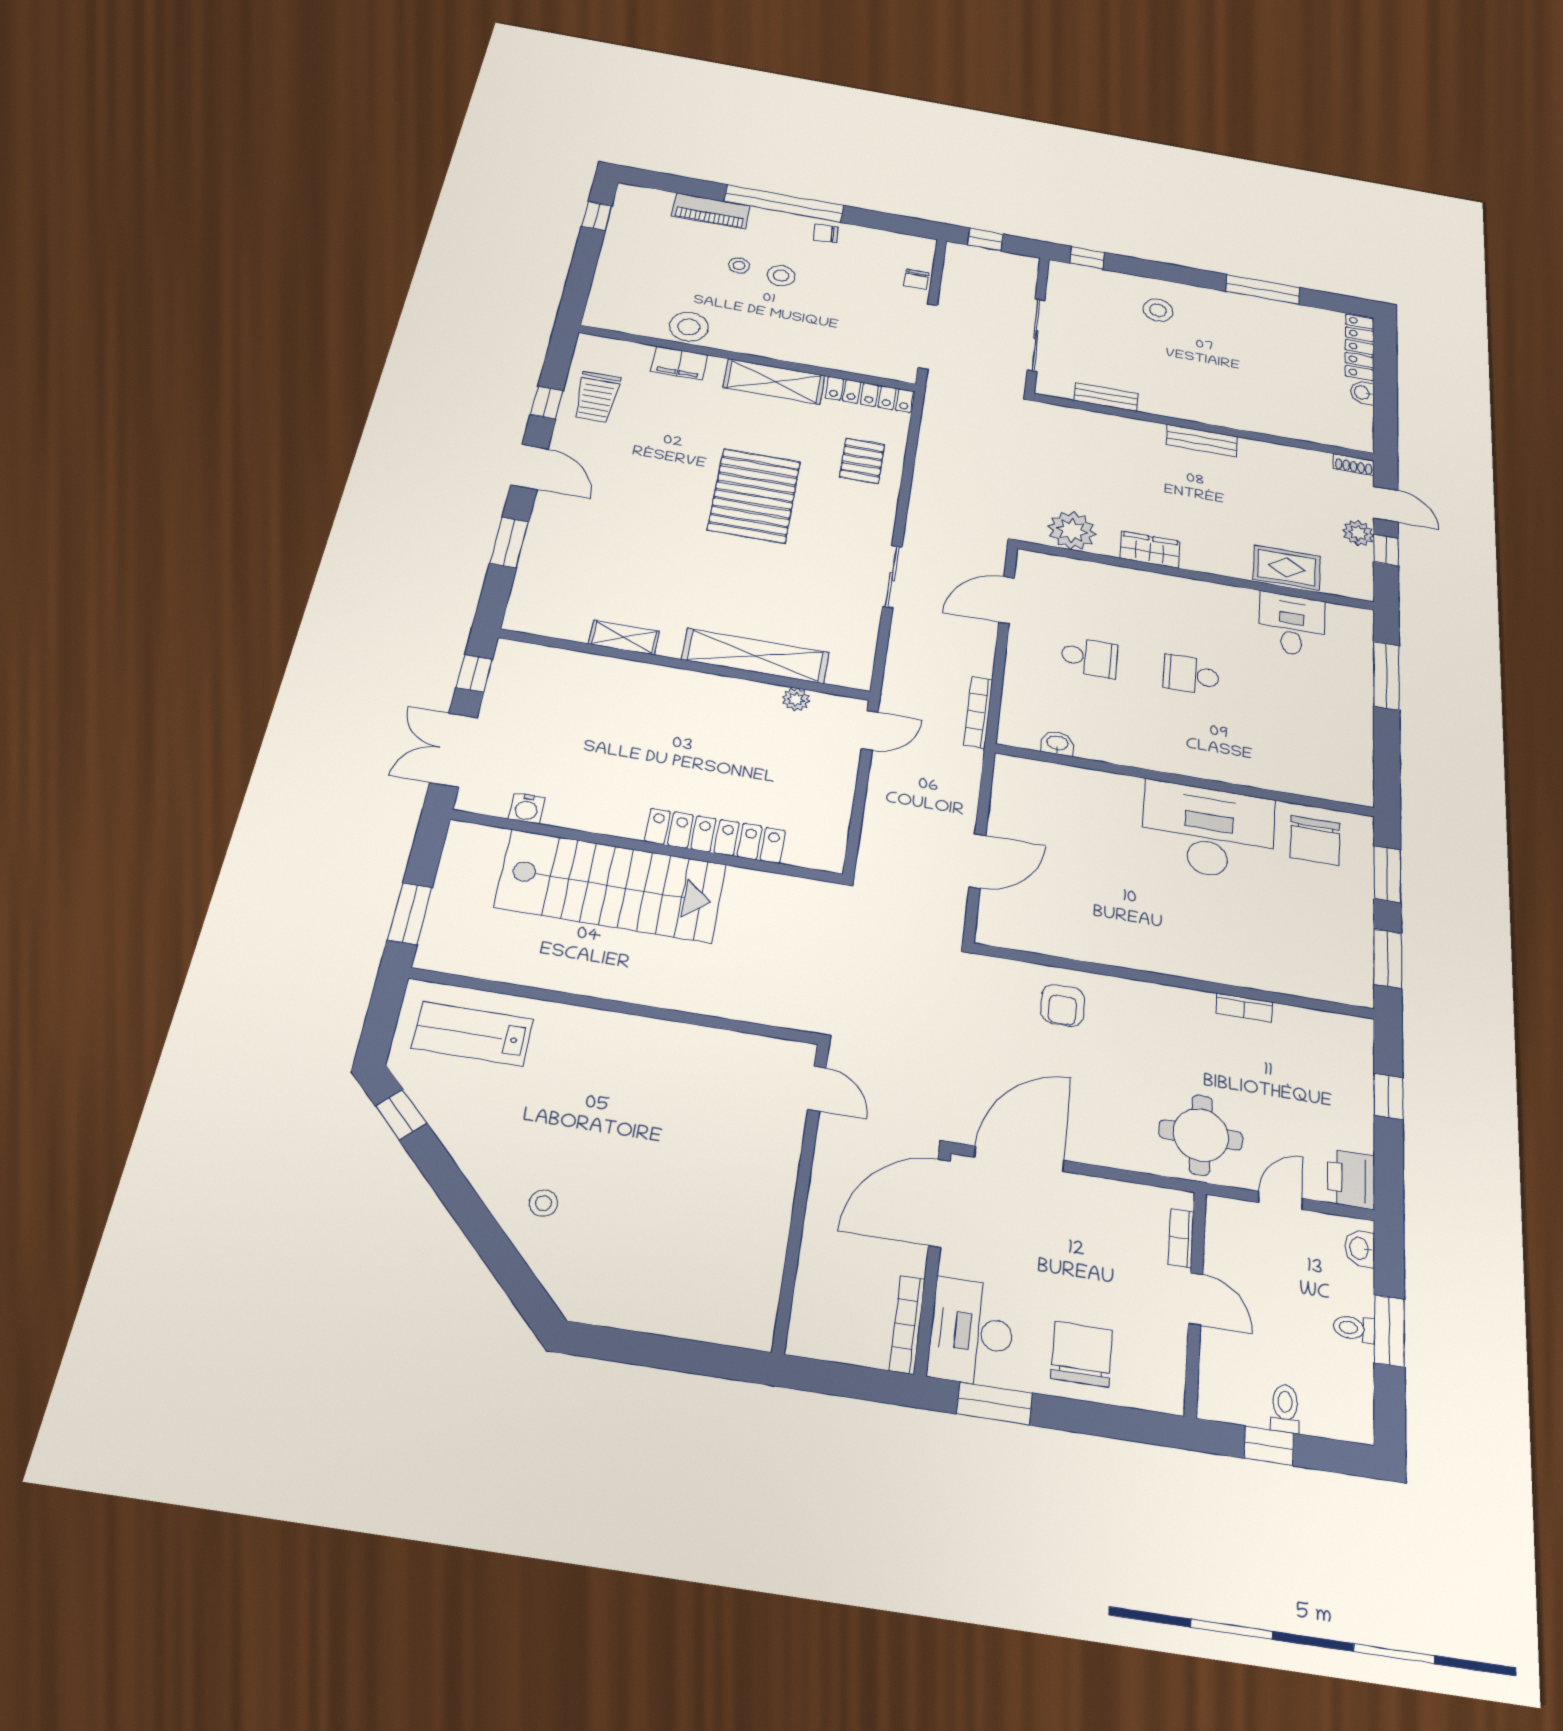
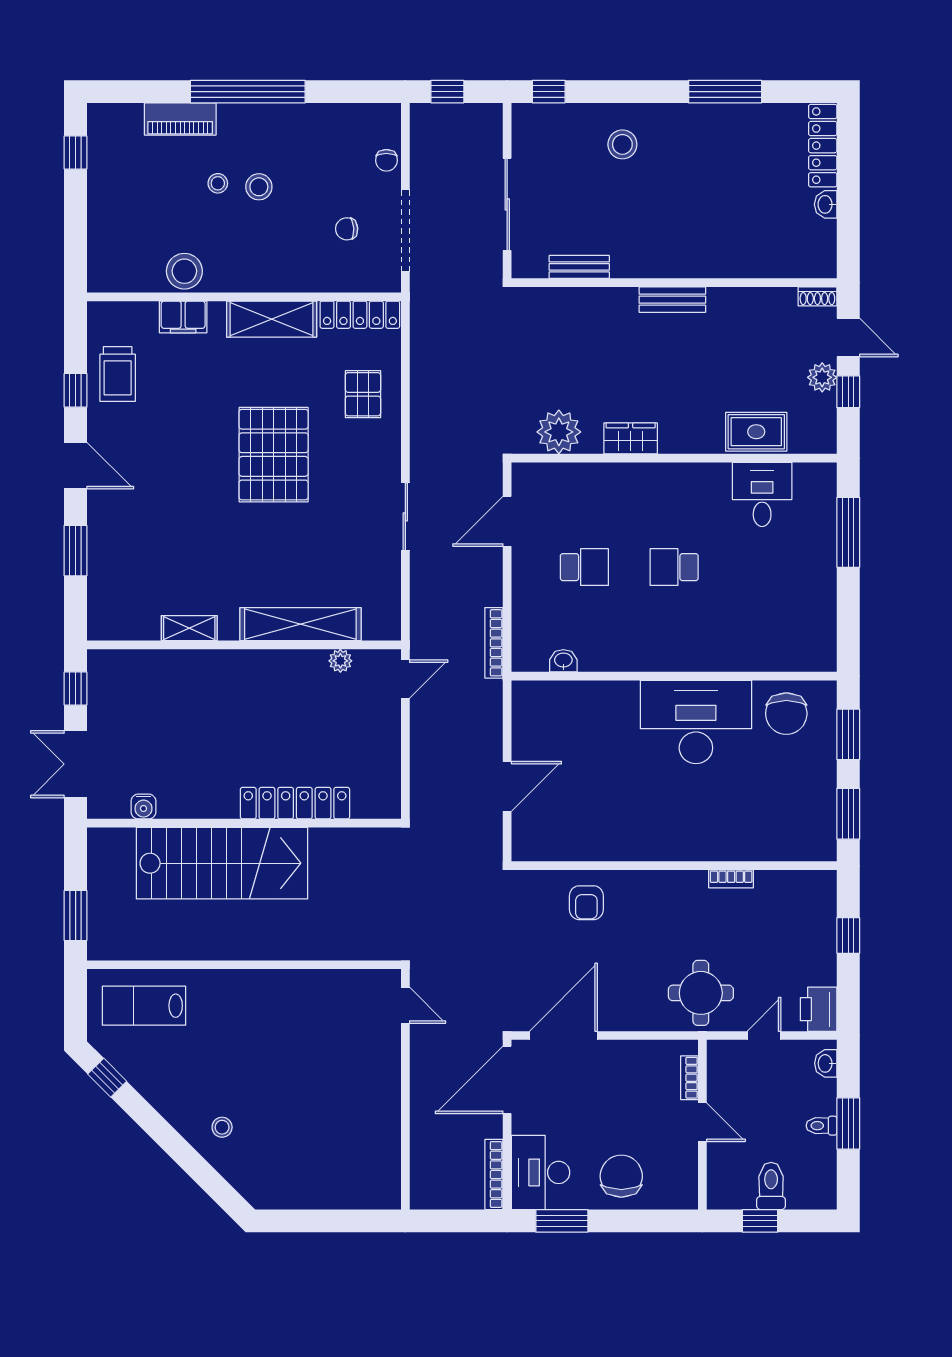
chair: (826, 233) -> (347, 229), moved
toilet: (1285, 1408) -> (771, 1186), width x1.37, depth x1.39

